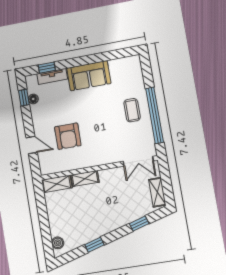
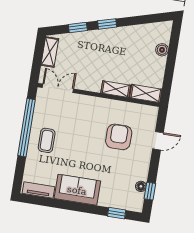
tv unit: (52, 76) -> (39, 190), moved
door: (32, 145) -> (158, 141), swing flipped
boiler: (58, 243) -> (162, 50), moved
window: (94, 245) -> (107, 24), moved

